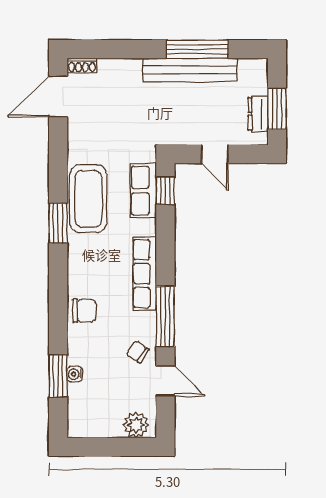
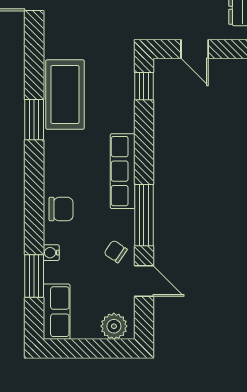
row of seats: (143, 191) -> (57, 312), moved, turned 180
water cooler: (75, 374) -> (51, 253), moved

